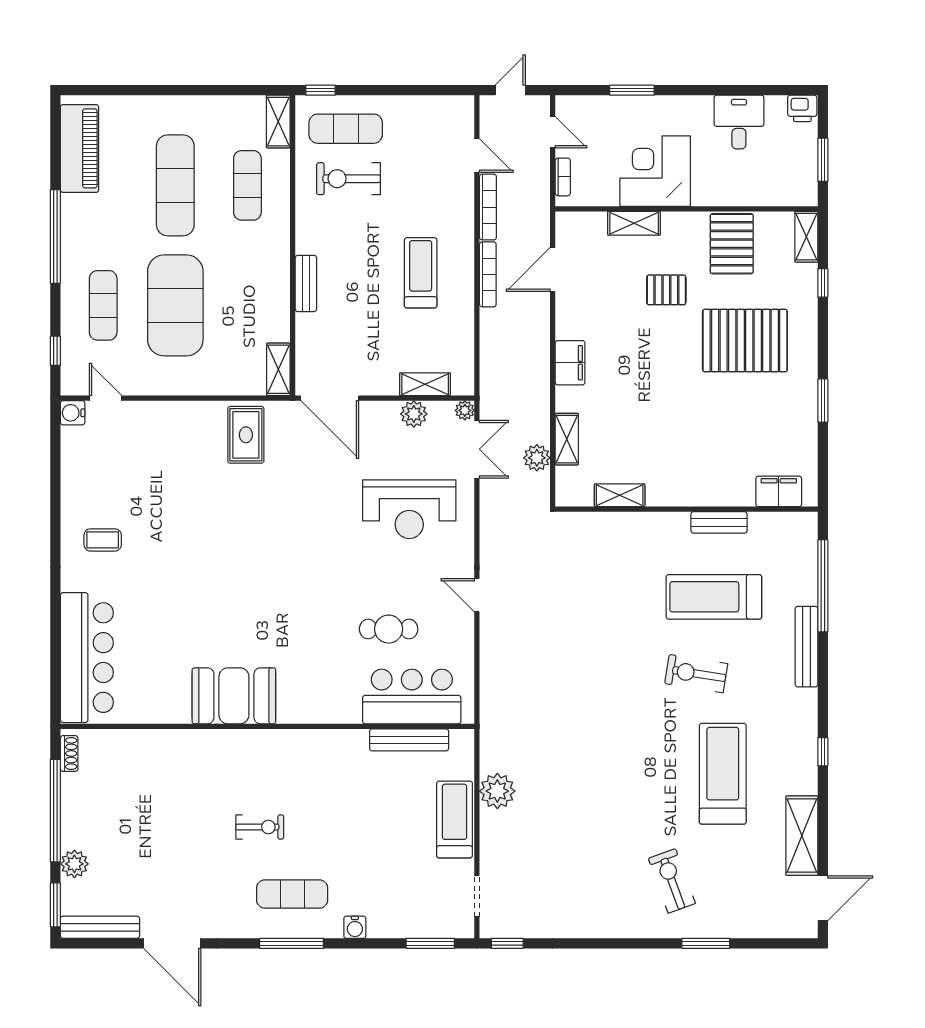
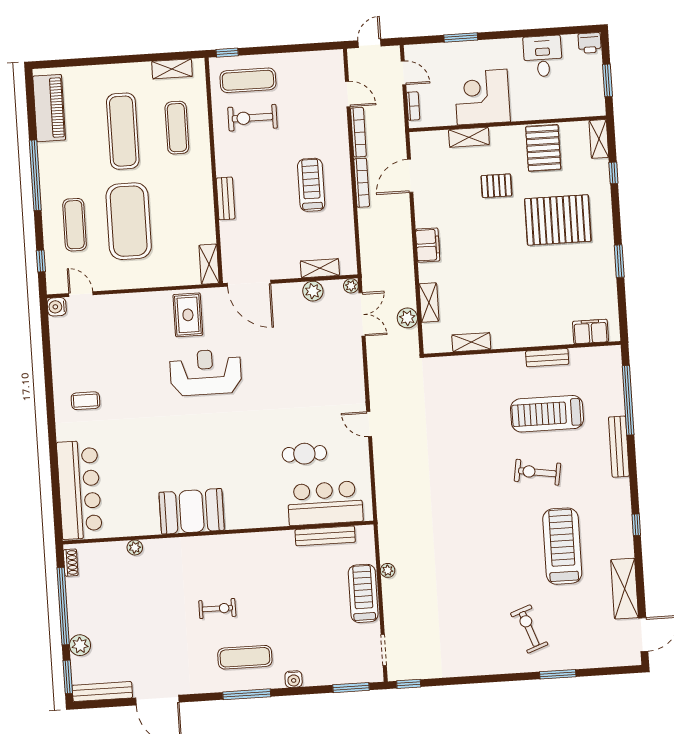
shelving: (278, 122) -> (172, 69), moved, turned 90
reception desk: (409, 509) -> (206, 372), moved, turned 180
plant: (155, 739) -> (135, 547), added
plant: (497, 791) -> (388, 570), width x0.53, depth x0.53

